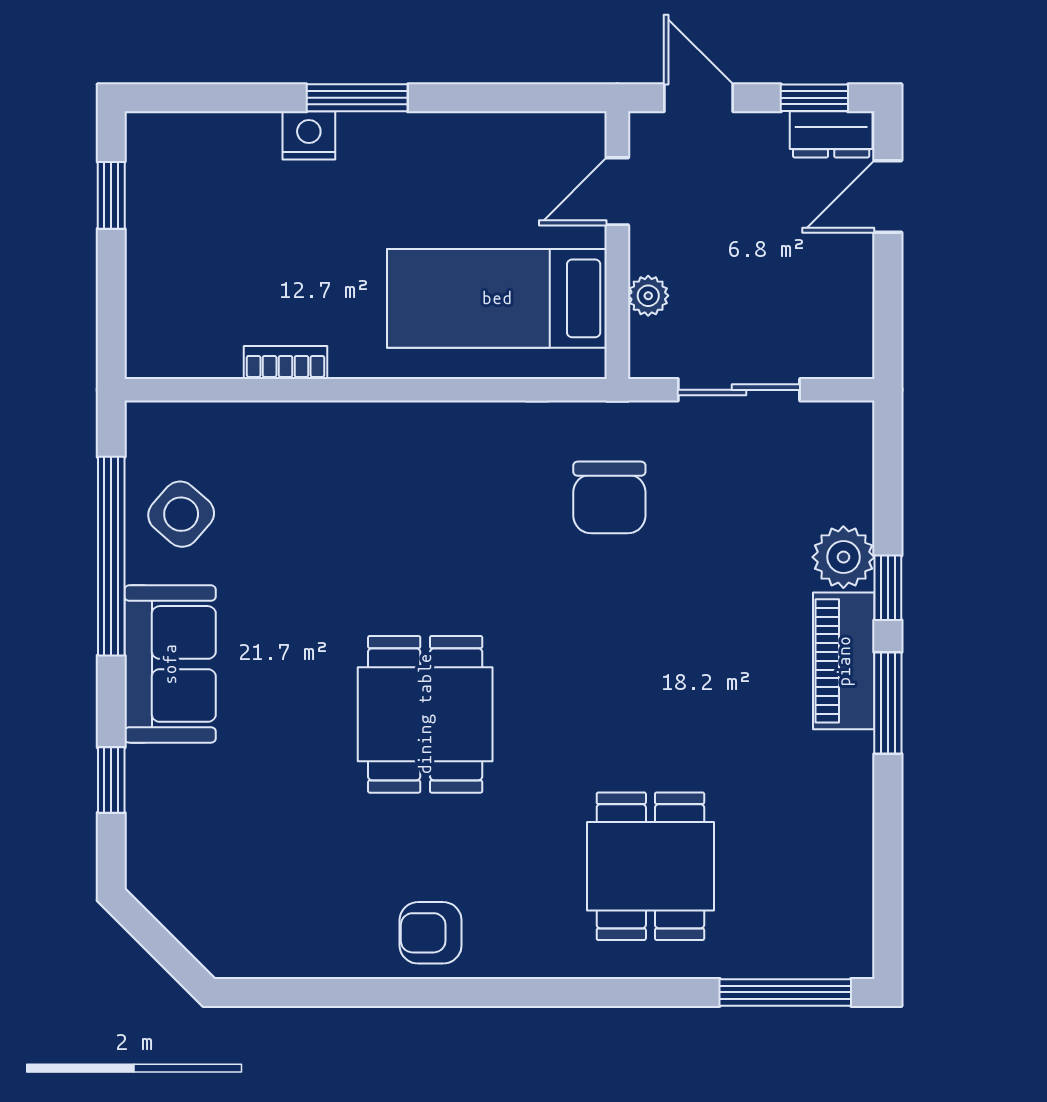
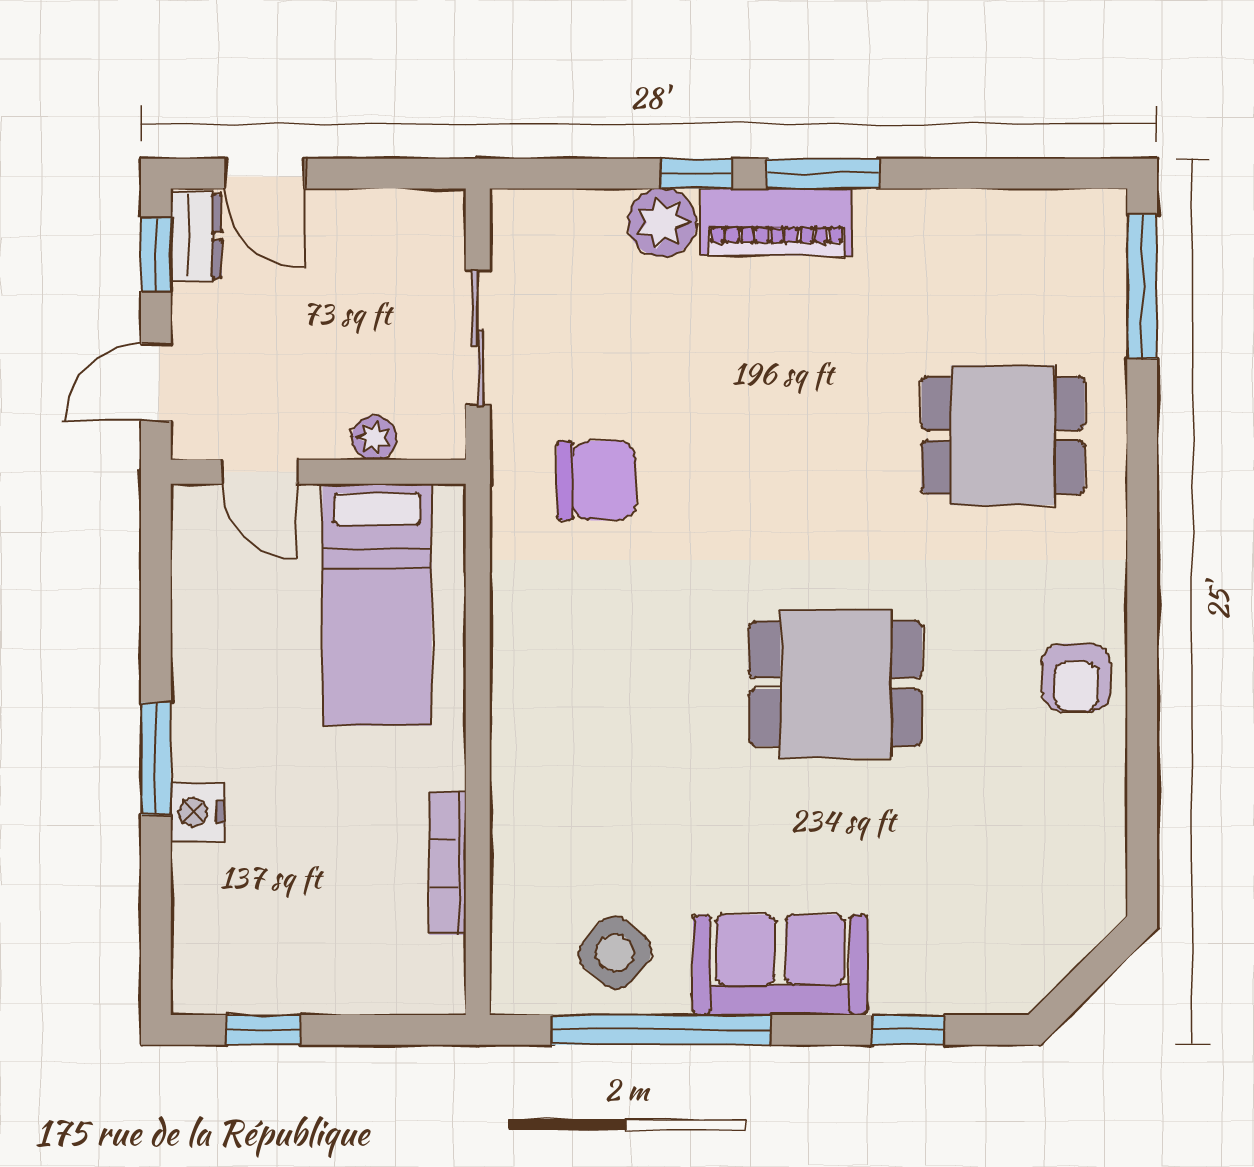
bookcase: (286, 362) -> (448, 863), width x1.56

